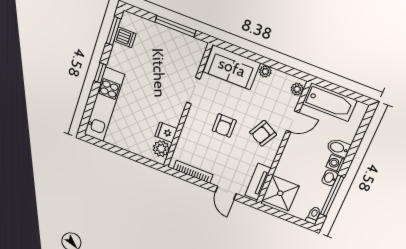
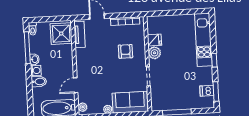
armchair: (224, 126) -> (125, 51), moved
armchair: (263, 133) -> (91, 69), removed
plant: (161, 149) -> (154, 53), moved

